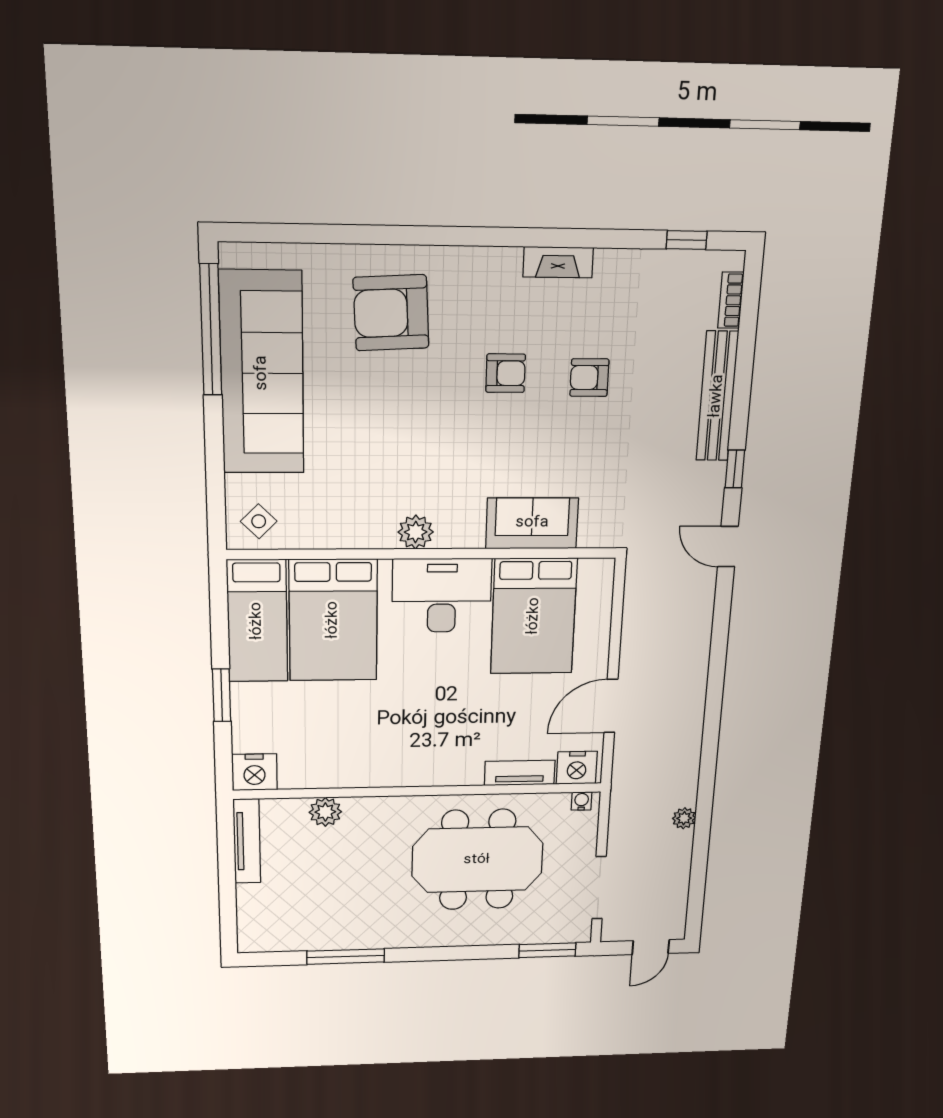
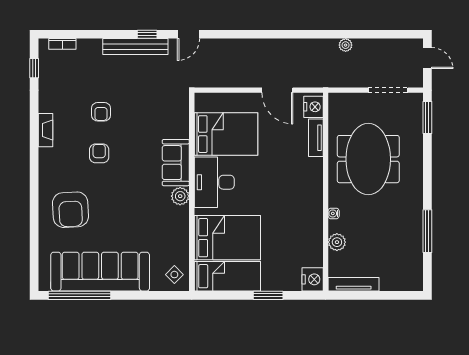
bench: (717, 396) -> (135, 47), moved
sofa: (532, 523) -> (176, 163), moved
water cooler: (582, 801) -> (334, 213), moved

